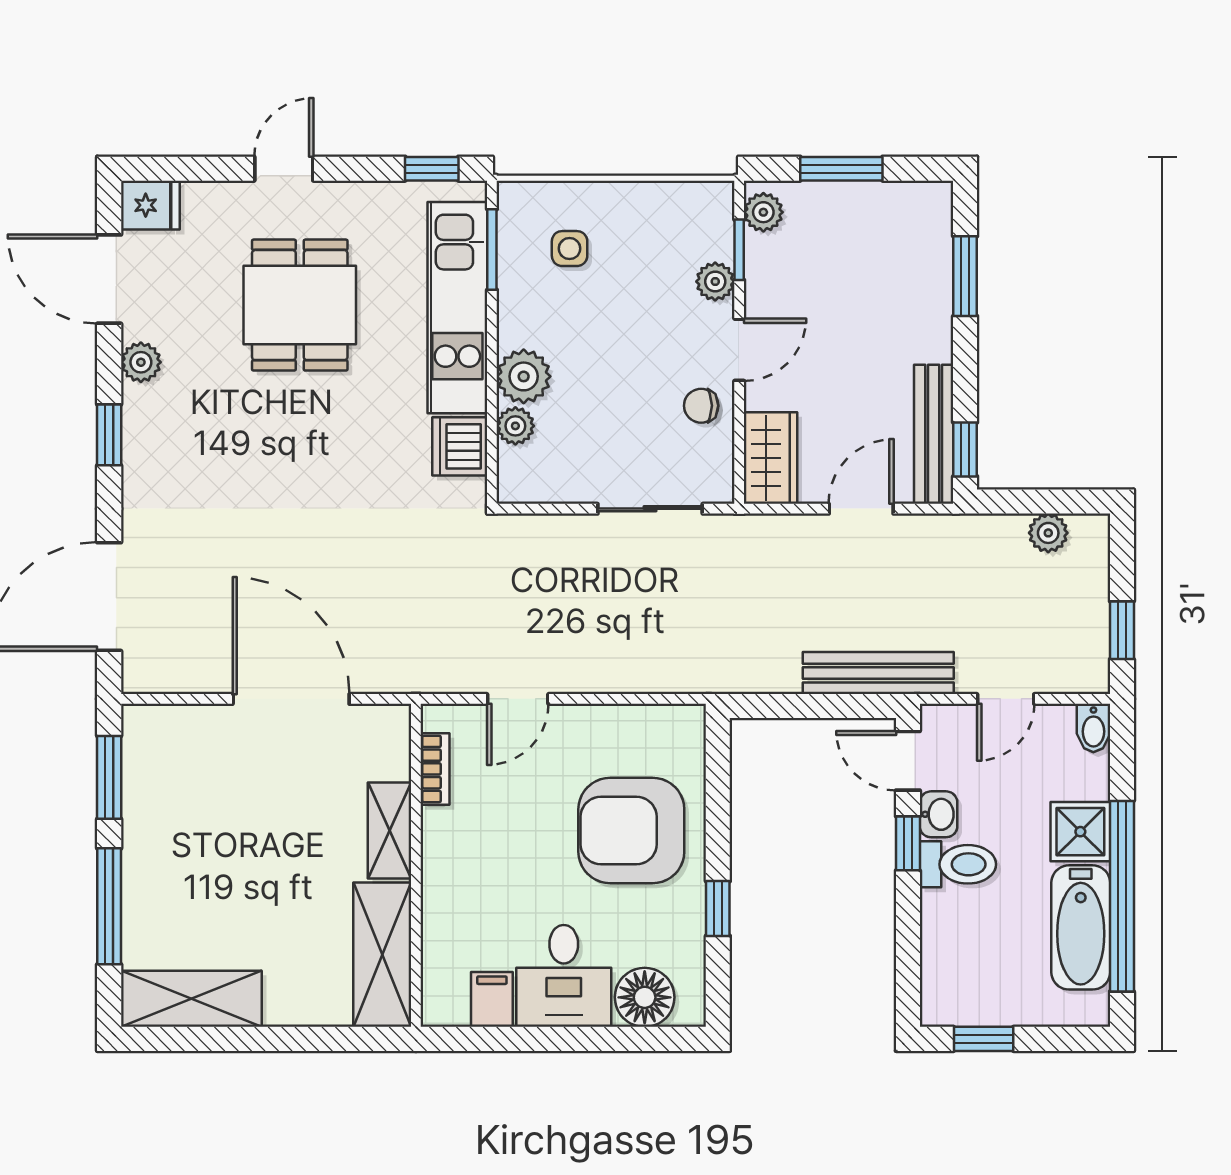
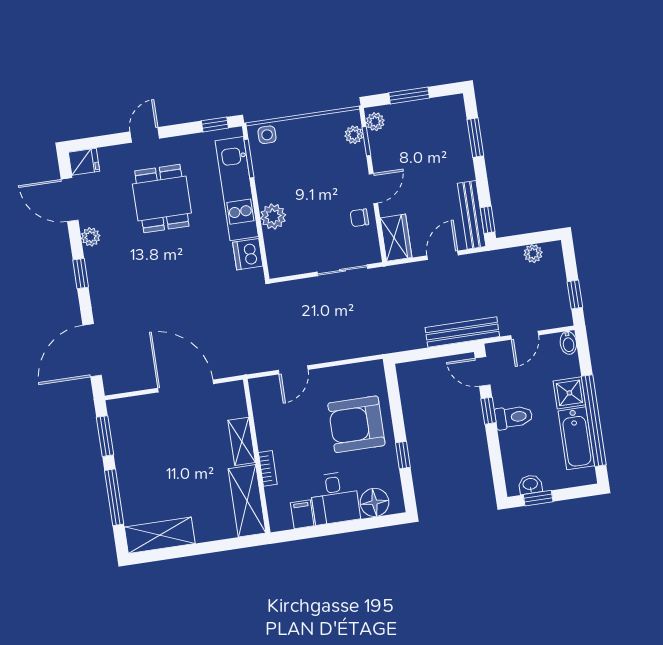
side table: (570, 249) -> (267, 135), moved
plant: (715, 281) -> (354, 135), moved
plant: (515, 426) -> (273, 241), removed
bookcase: (435, 769) -> (268, 468), moved
washbasin: (938, 814) -> (530, 484), moved, turned -90

